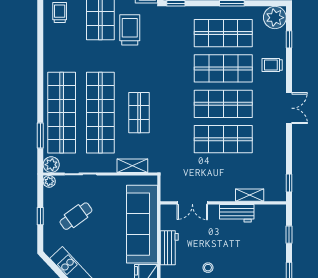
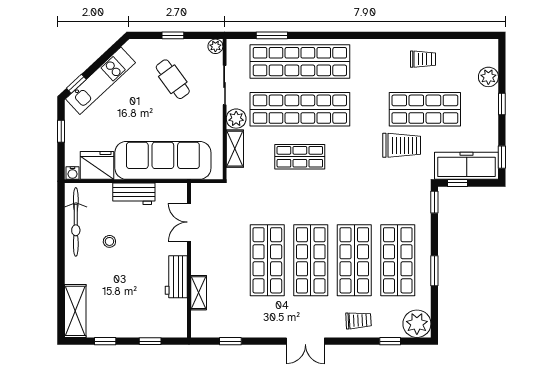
trolley: (272, 65) -> (359, 320), turned 87
plant: (51, 165) -> (236, 119), moved
window: (289, 183) -> (230, 341), moved

